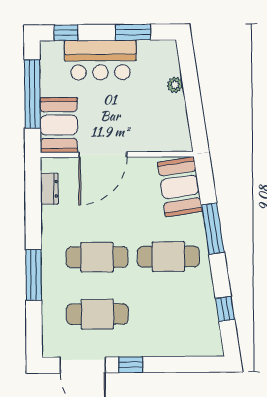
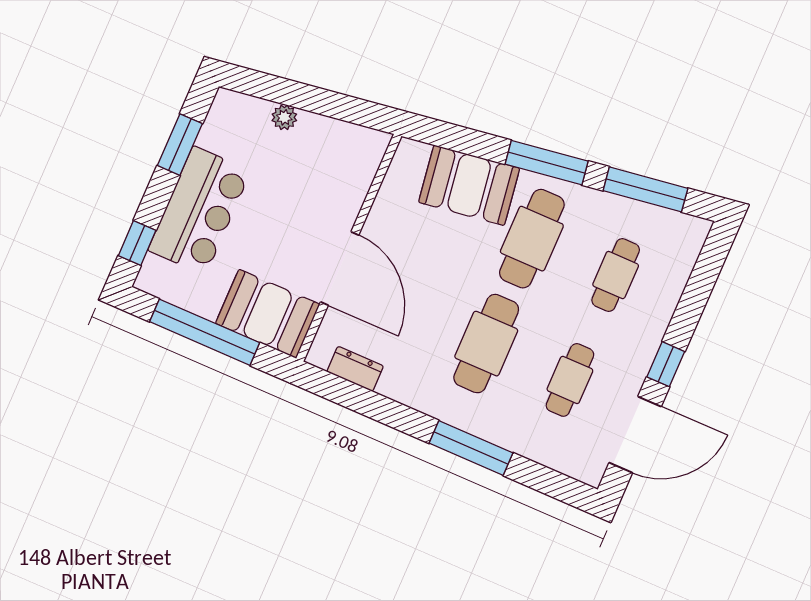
booth: (180, 187) -> (469, 185), moved
window: (213, 229) -> (547, 163), moved
window: (225, 309) -> (645, 189), width x2.17
cafe table: (97, 314) -> (570, 380), width x0.73, depth x0.74
cafe table: (169, 314) -> (616, 275), added

